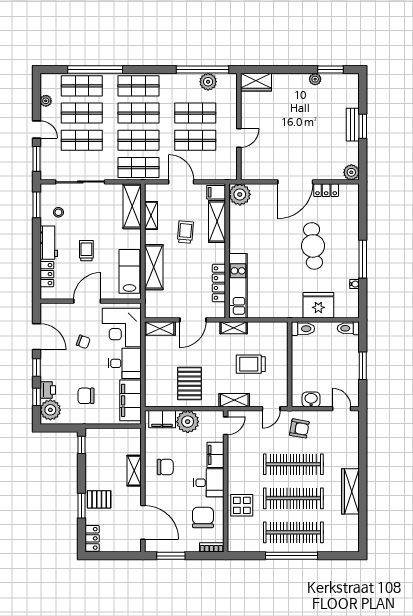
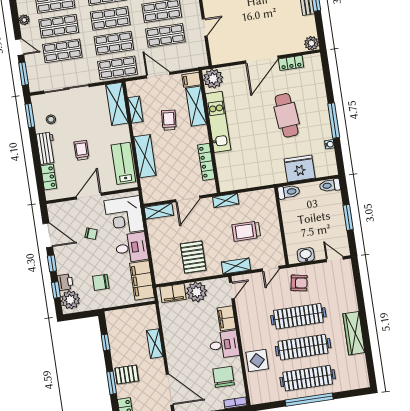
kitchen unit: (238, 286) -> (218, 122), moved
window: (81, 445) -> (106, 342), moved
chair: (165, 467) -> (182, 336), removed

